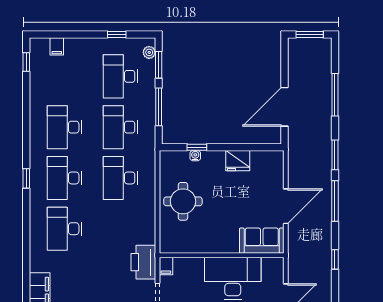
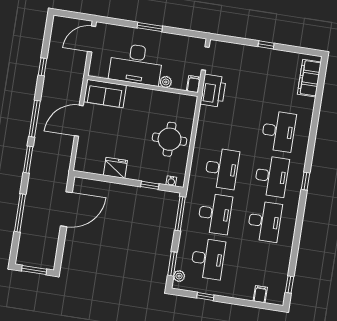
window: (159, 107) -> (180, 214), moved
water cooler: (195, 156) -> (171, 181), moved
plant: (197, 264) -> (166, 82), added

